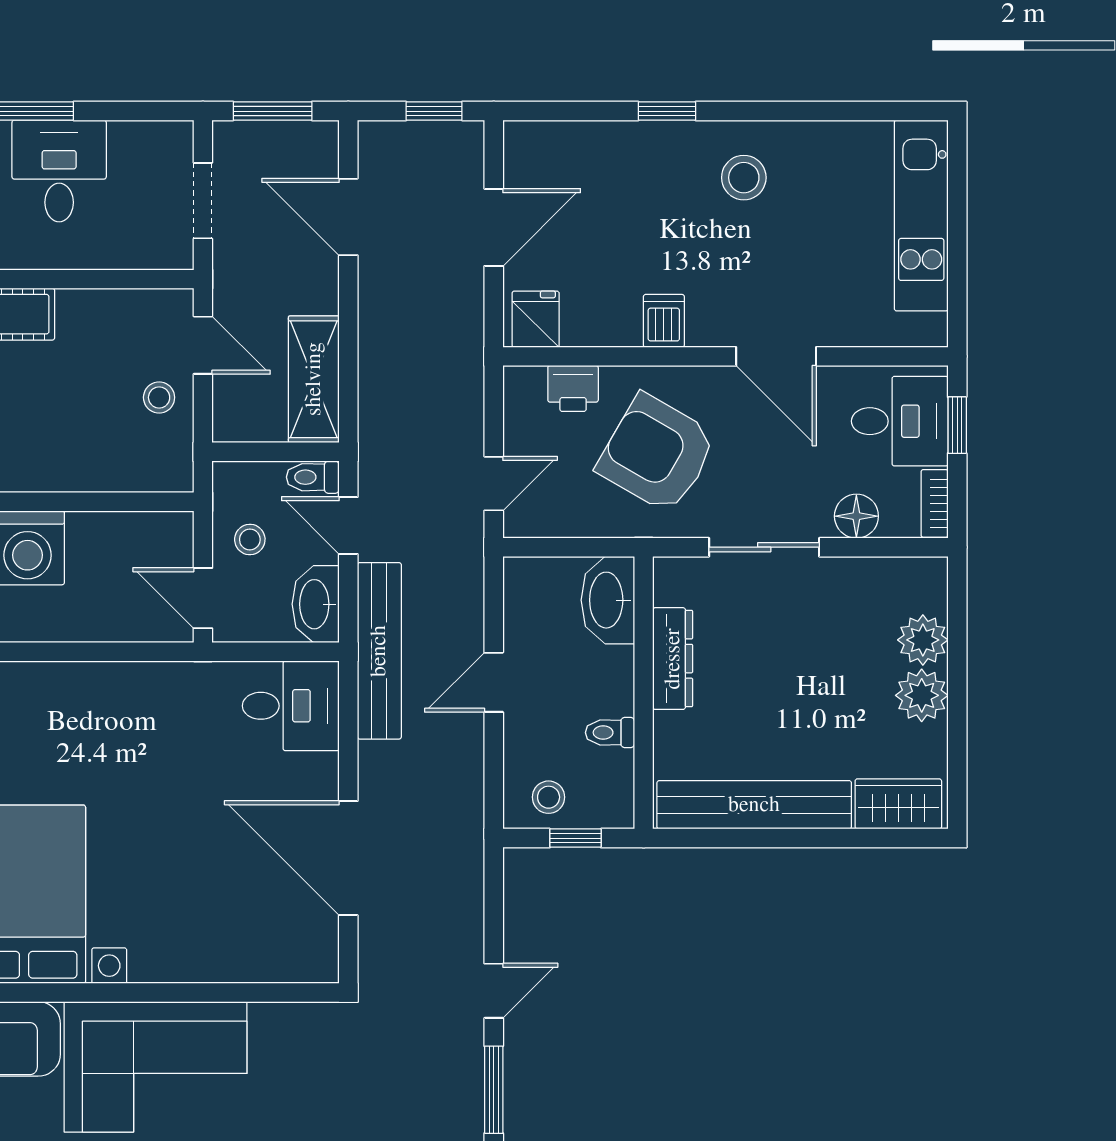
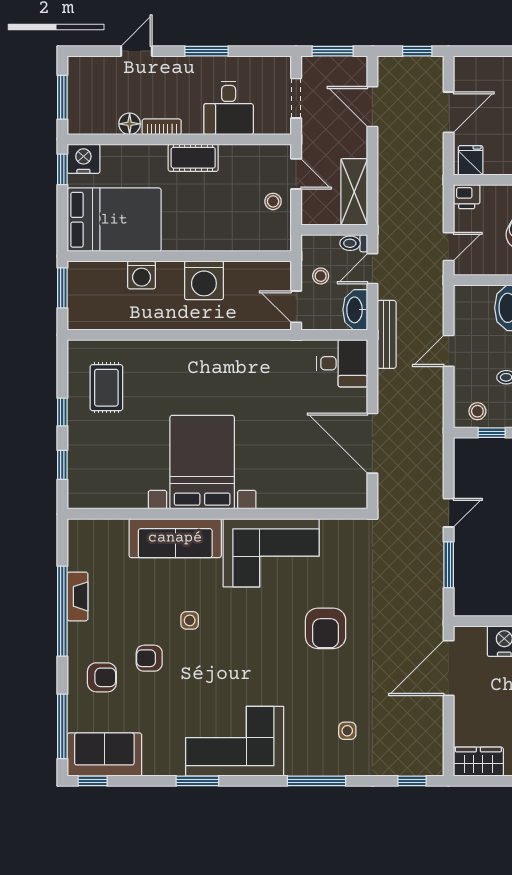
desk: (59, 171) -> (229, 108), moved, turned 180
printer: (573, 388) -> (467, 197), moved
door: (348, 525) -> (372, 269), hinge flipped
bench: (379, 651) -> (387, 334), width x0.73, depth x0.82

